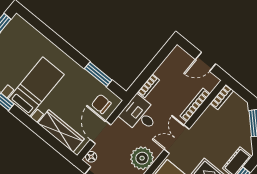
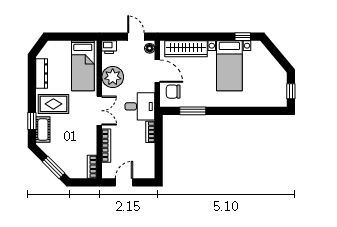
chair: (101, 104) -> (173, 92), turned 180

